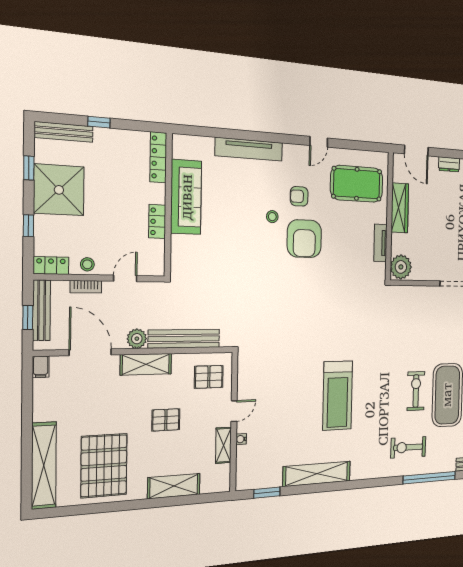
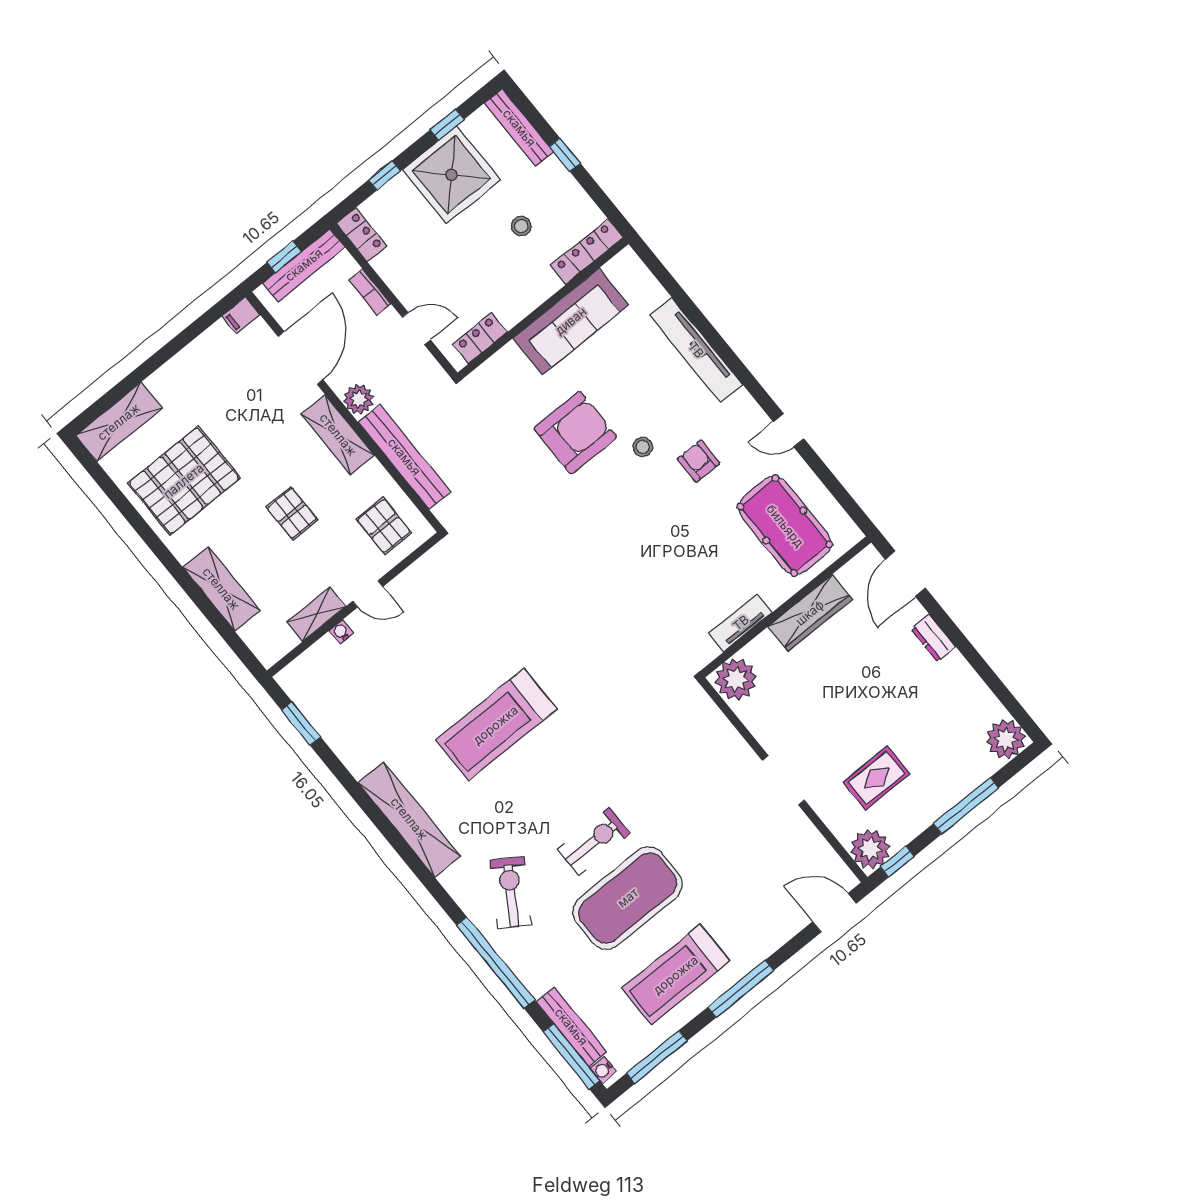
locker: (157, 221) -> (480, 338), moved
armchair: (304, 239) -> (575, 433), moved, turned 180
stool: (87, 264) -> (521, 226), moved
exercise bike: (408, 447) -> (511, 893), turned 32
shelving: (44, 465) -> (119, 422), width x0.68
shelving: (317, 474) -> (409, 819), moved

